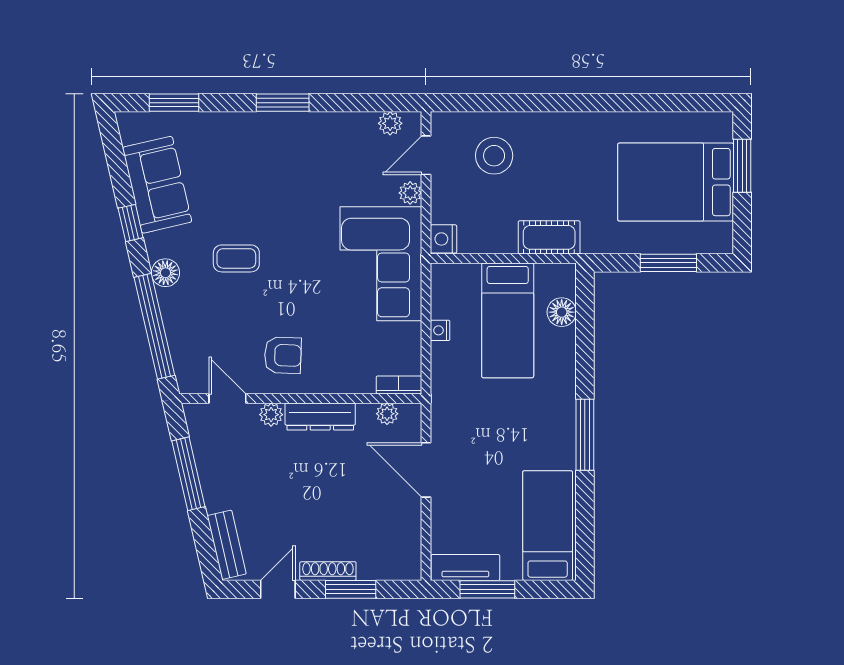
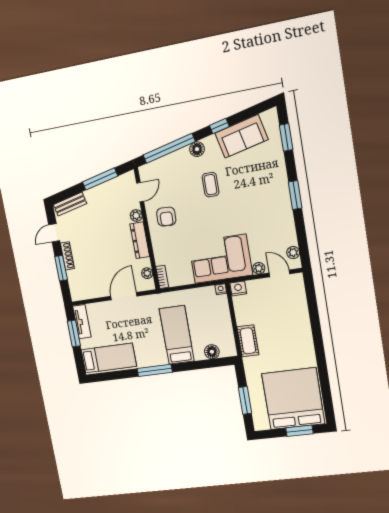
stool: (494, 156) -> (285, 308), removed
bed: (676, 182) -> (293, 399), width x1.36
bed: (508, 320) -> (177, 335), moved, turned 90
nightstand: (440, 330) -> (221, 289), moved
door: (278, 589) -> (54, 233), swing flipped

